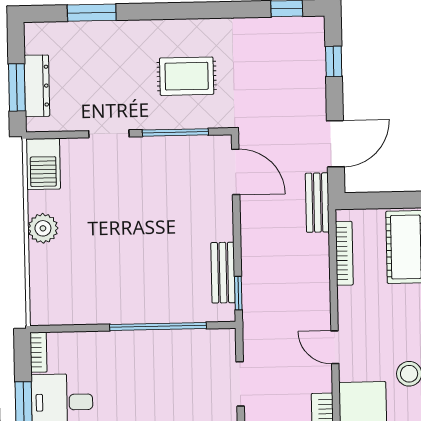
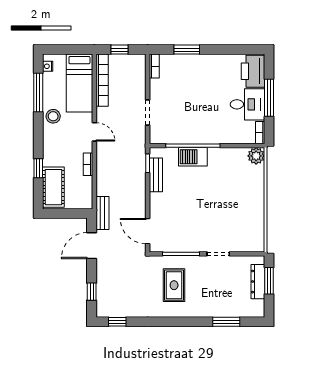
rug: (187, 76) -> (174, 285), turned 90
barbecue: (43, 164) -> (193, 157), moved, turned -90
plant: (43, 228) -> (256, 156), moved
bookcase: (344, 253) -> (88, 164), moved, width x0.64

